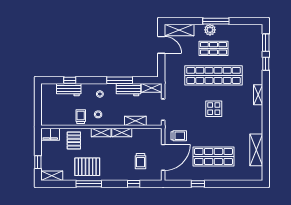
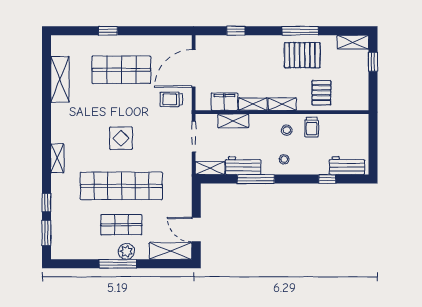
workbench: (69, 90) -> (347, 166), moved
filing cabinet: (50, 134) -> (224, 102), moved
trolley: (141, 161) -> (226, 63), removed
window: (198, 184) -> (108, 31), moved

